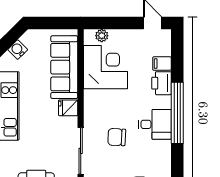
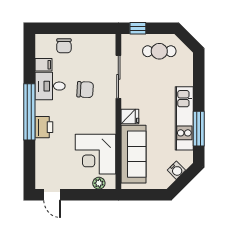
filing cabinet: (162, 64) -> (43, 65), moved
printer: (161, 83) -> (44, 127), moved
desk: (155, 124) -> (50, 86), moved

